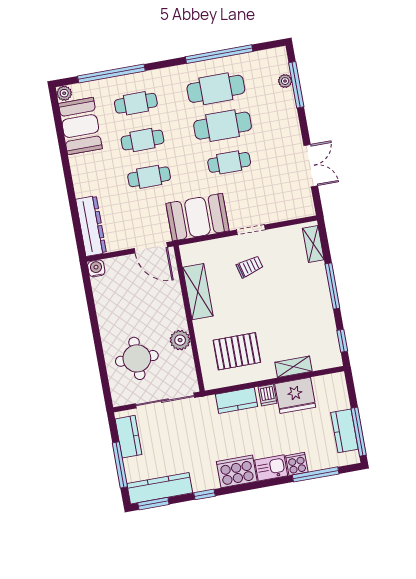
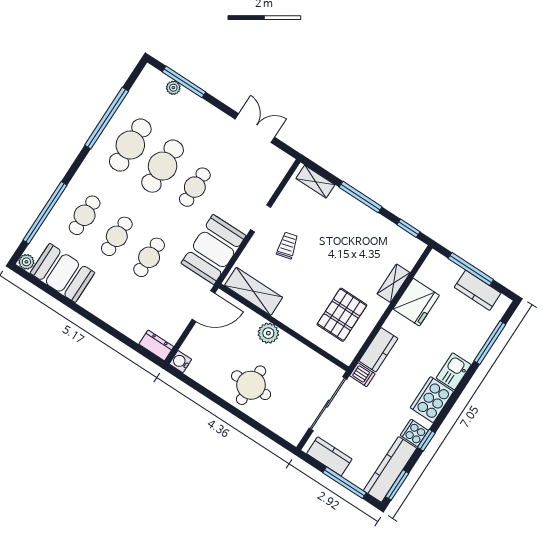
dresser: (91, 226) -> (156, 345), width x0.51, depth x0.80
shelving: (198, 292) -> (254, 291), moved
plant: (180, 340) -> (268, 333), moved
round table: (137, 358) -> (251, 385), moved
dishwasher: (267, 395) -> (362, 375), moved
window: (359, 432) -> (471, 269), moved
cooker: (297, 464) -> (414, 433), moved

